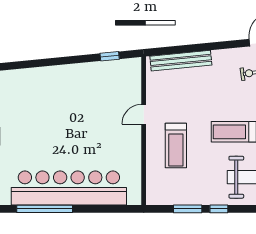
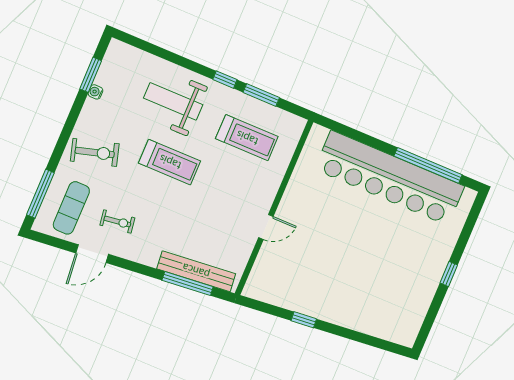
window: (183, 49) -> (188, 283), added
window: (110, 56) -> (304, 320), moved
treadmill: (176, 145) -> (247, 138), moved, turned 90

